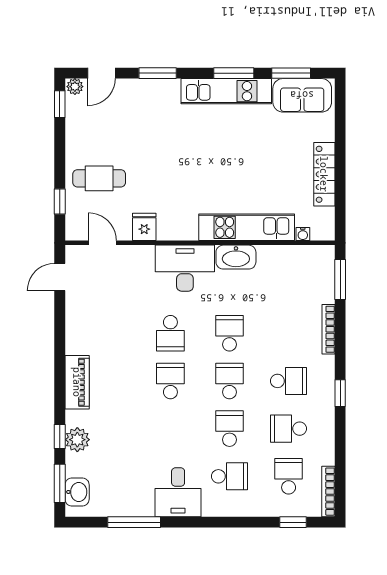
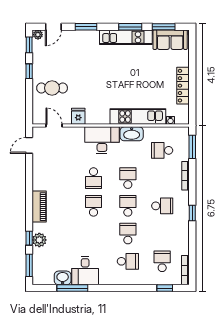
window: (60, 202) -> (29, 71), moved
school desk: (289, 429) -> (162, 150), moved
washbasin: (77, 492) -> (63, 278), moved, turned -90
desk: (178, 492) -> (85, 271), moved

